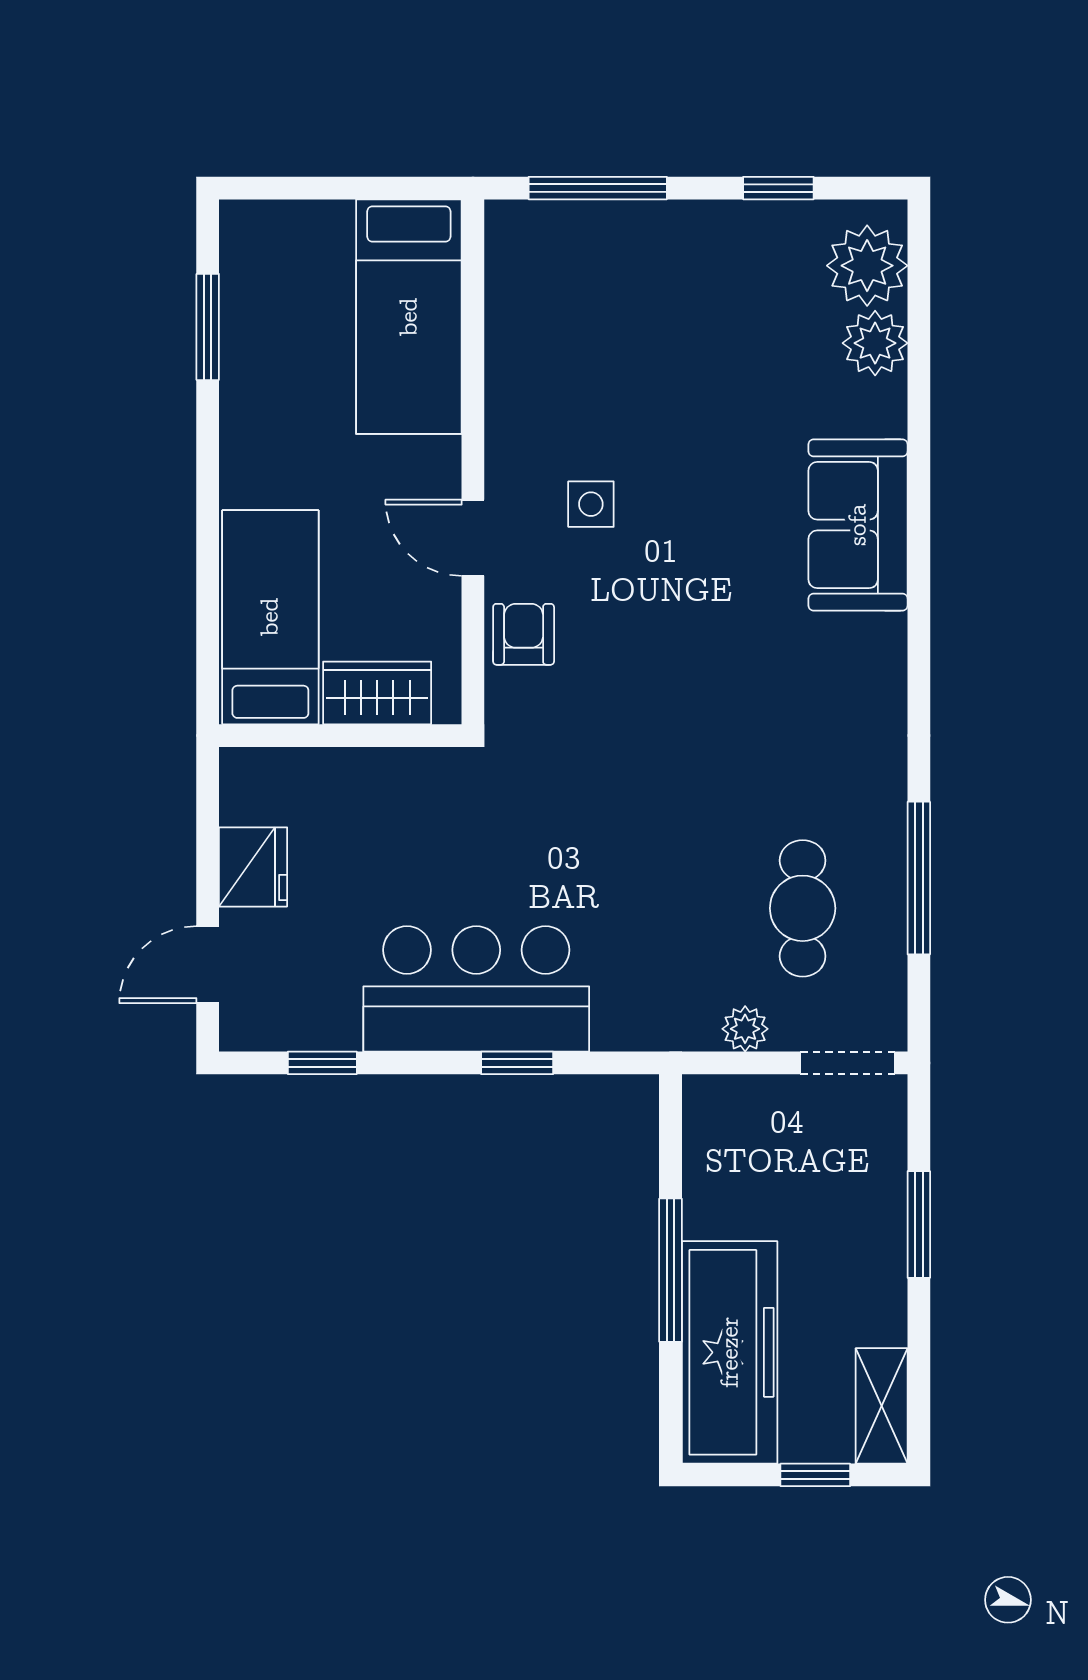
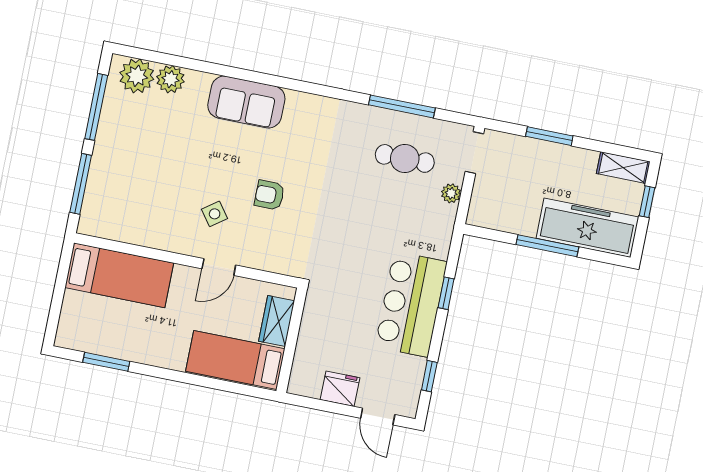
window: (778, 188) -> (96, 107), width x2.17
side table: (591, 504) -> (215, 214), turned -36
armchair: (524, 634) -> (269, 195), moved

